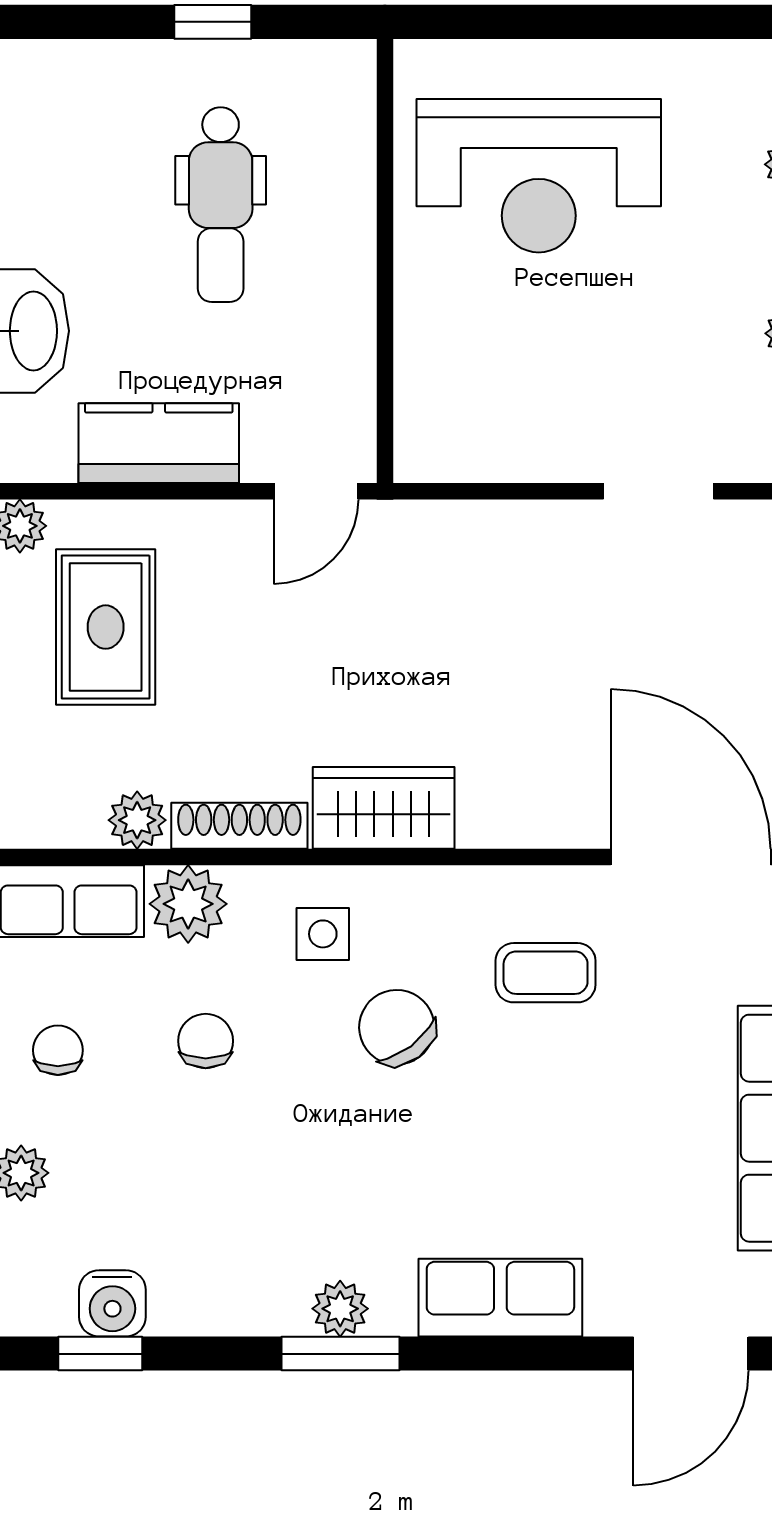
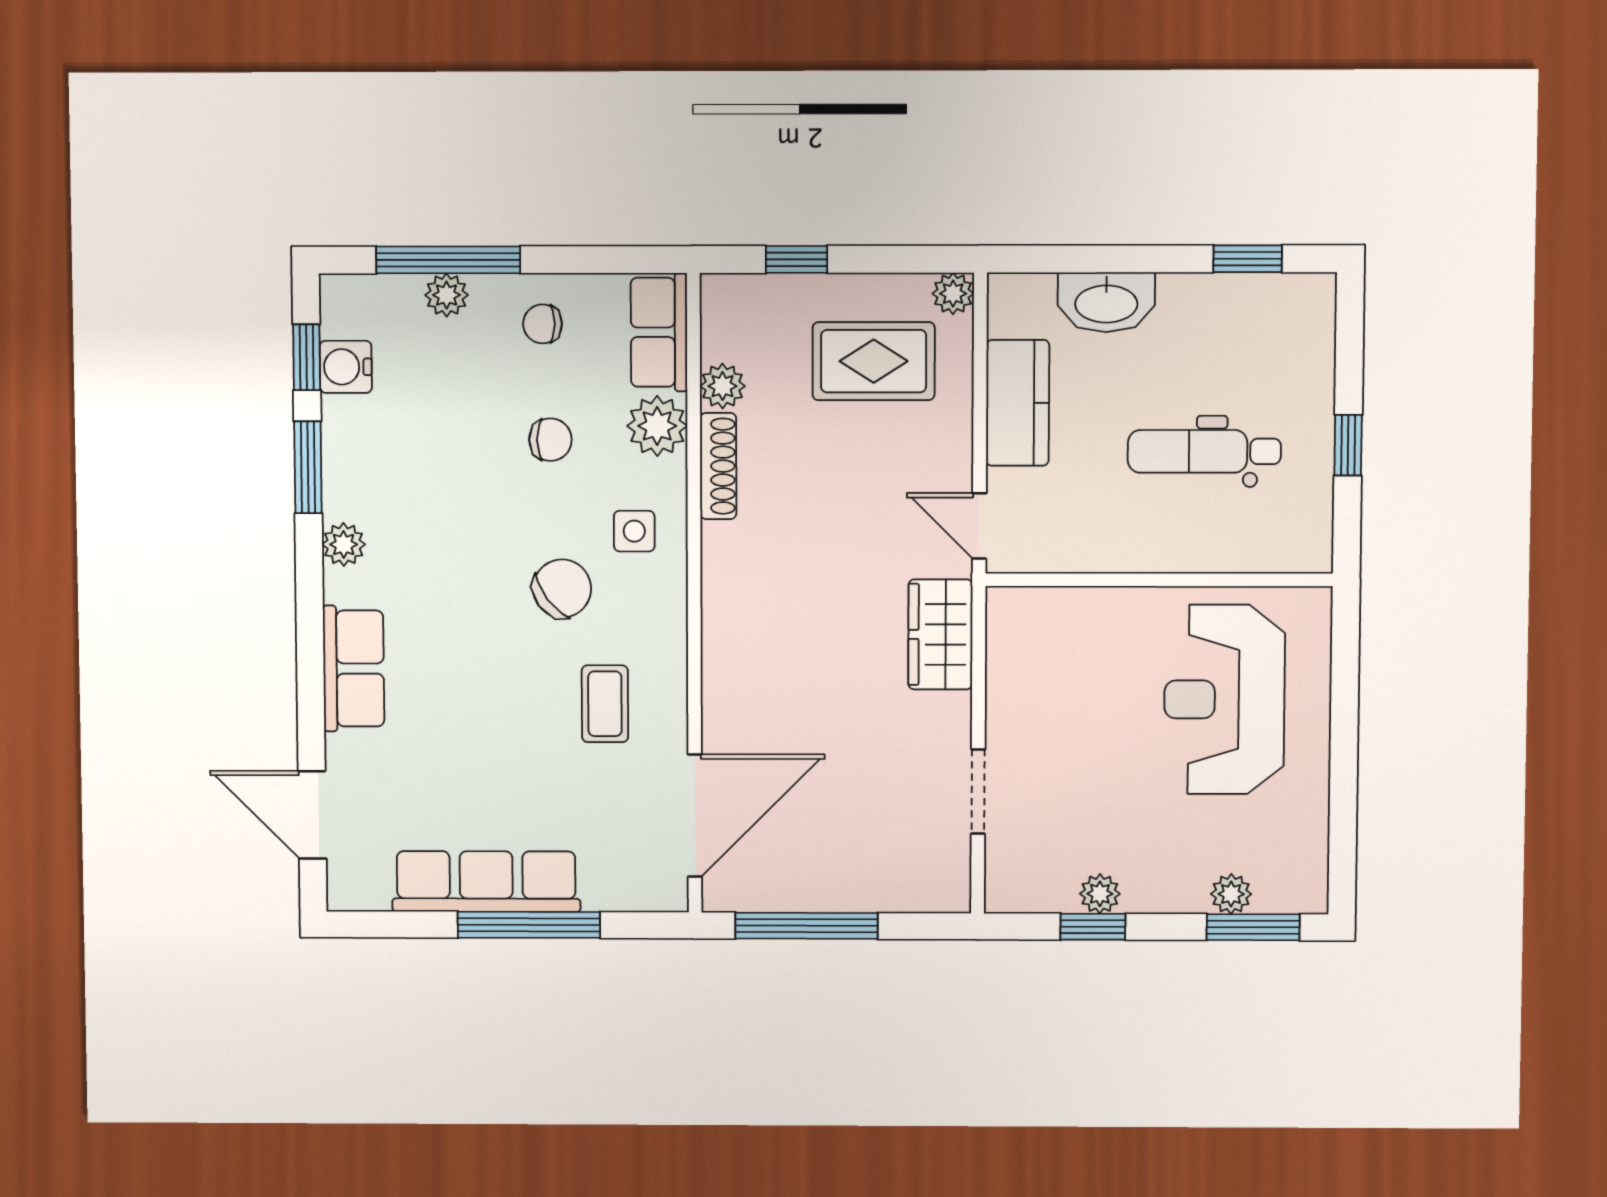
wardrobe: (384, 808) -> (940, 634), moved, turned 180
chair: (58, 1050) -> (543, 324), turned 180
window: (341, 1354) -> (308, 467), moved

